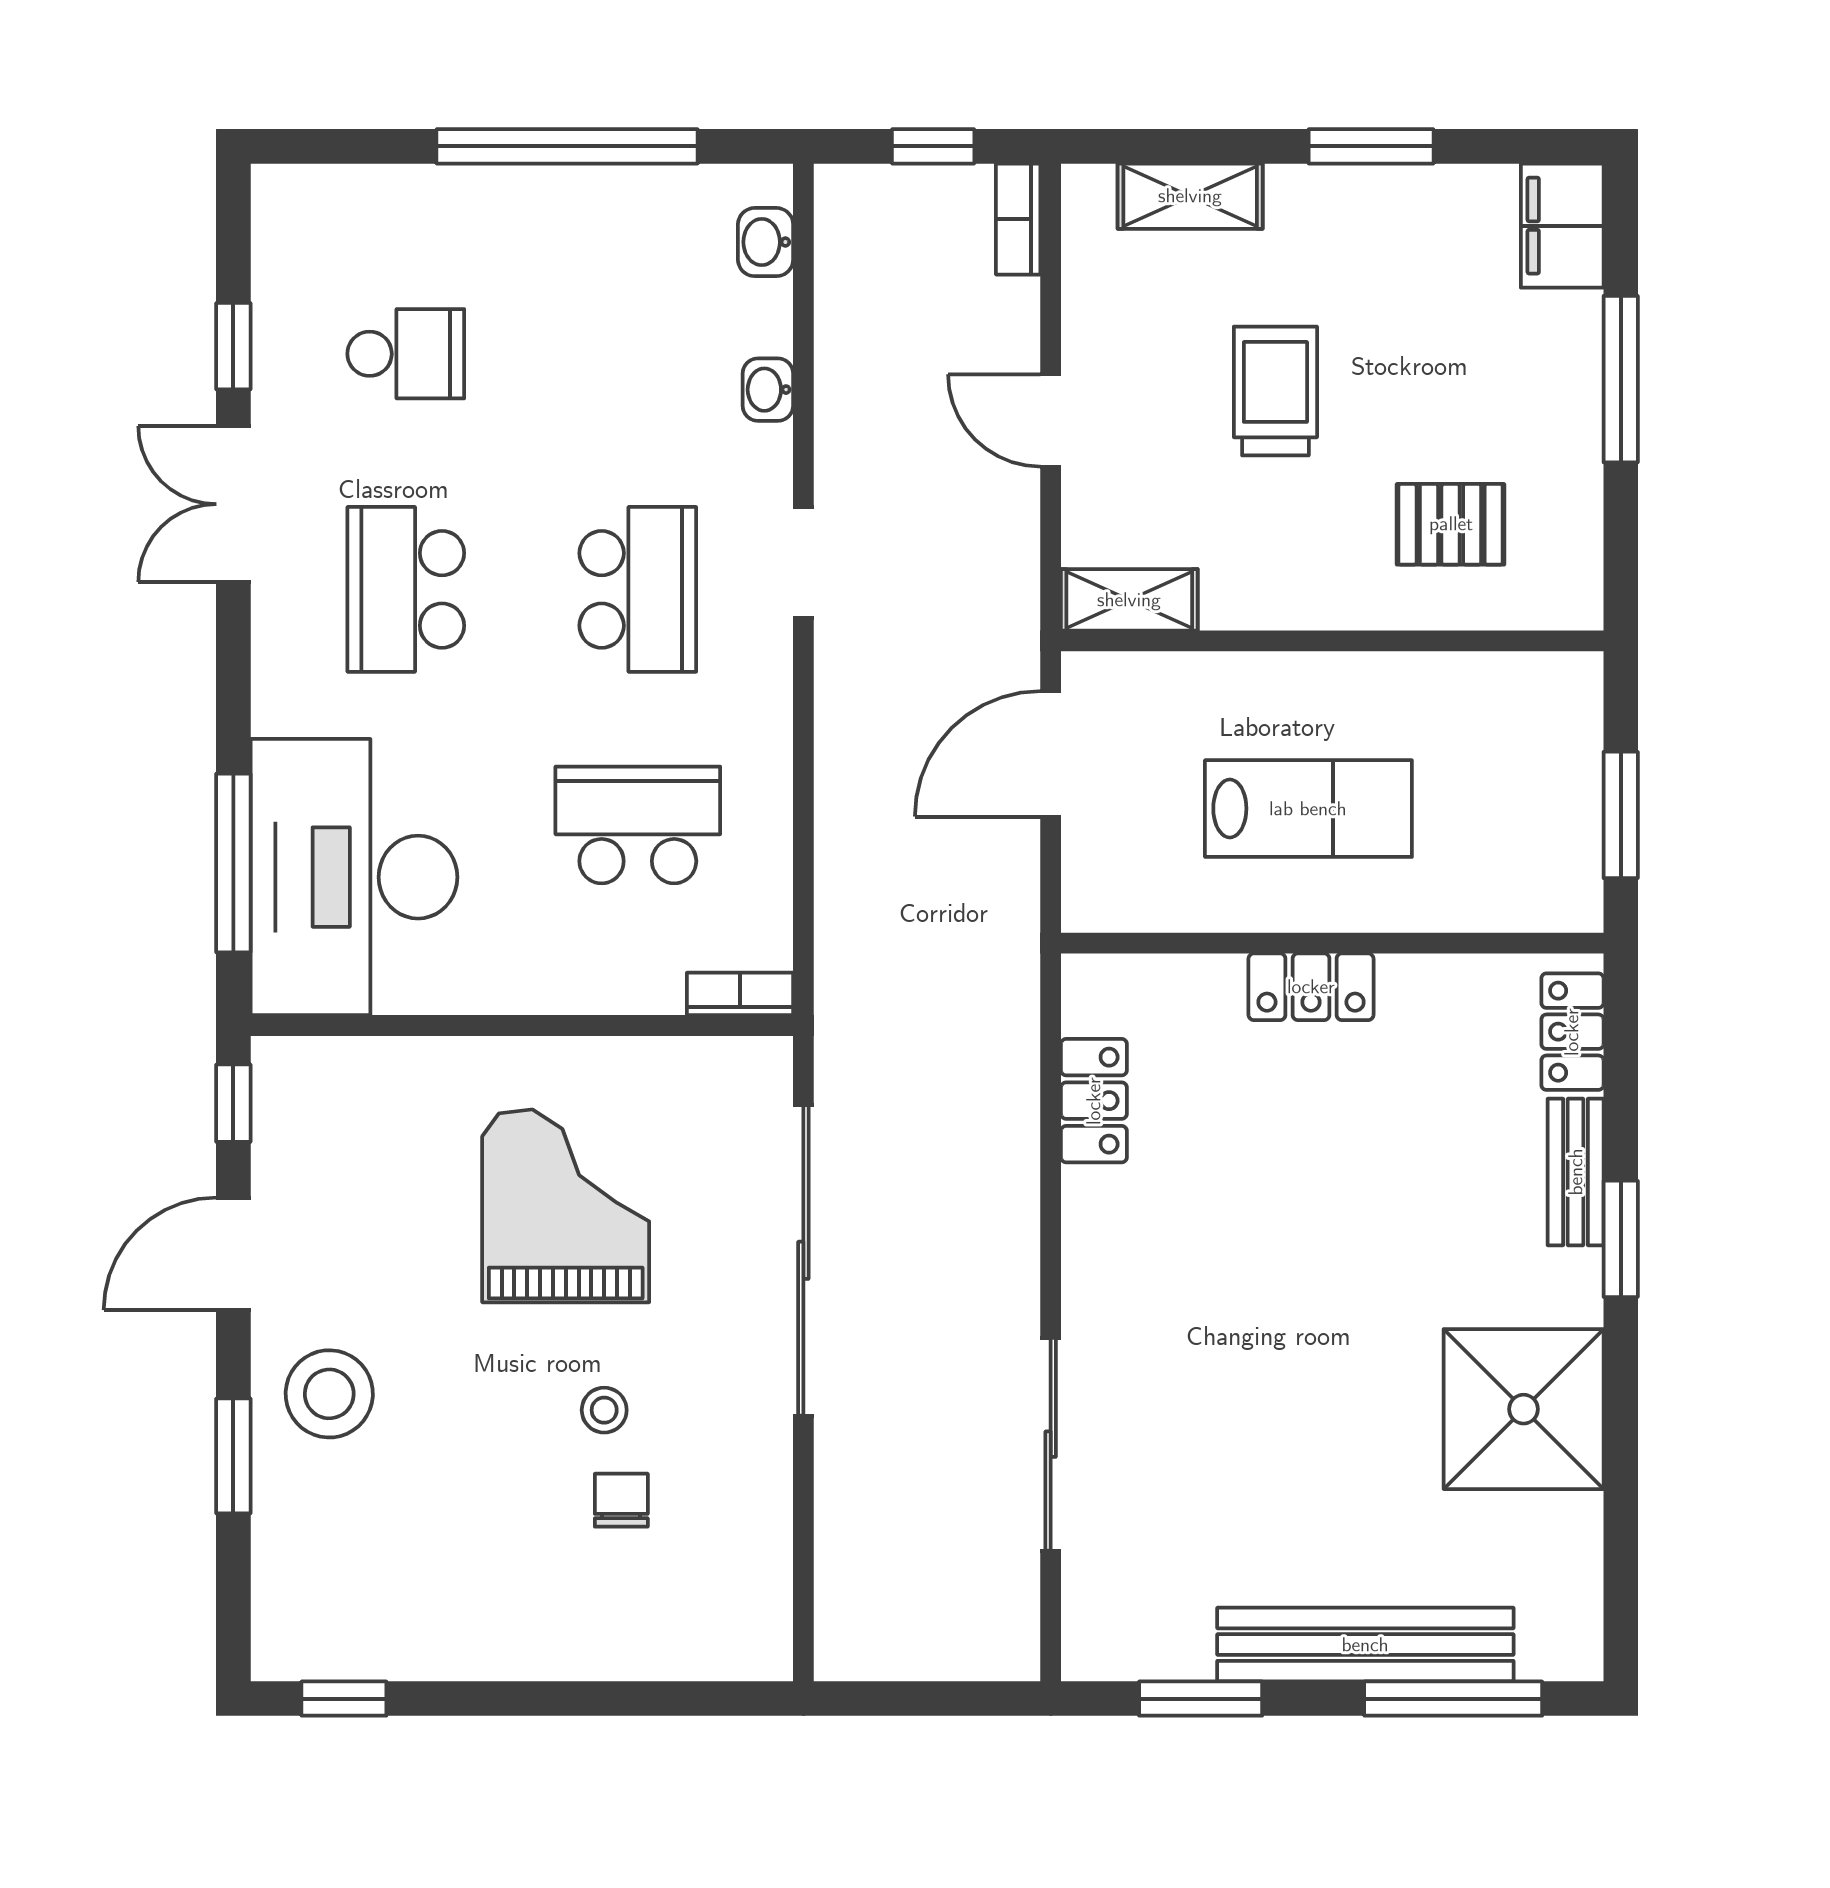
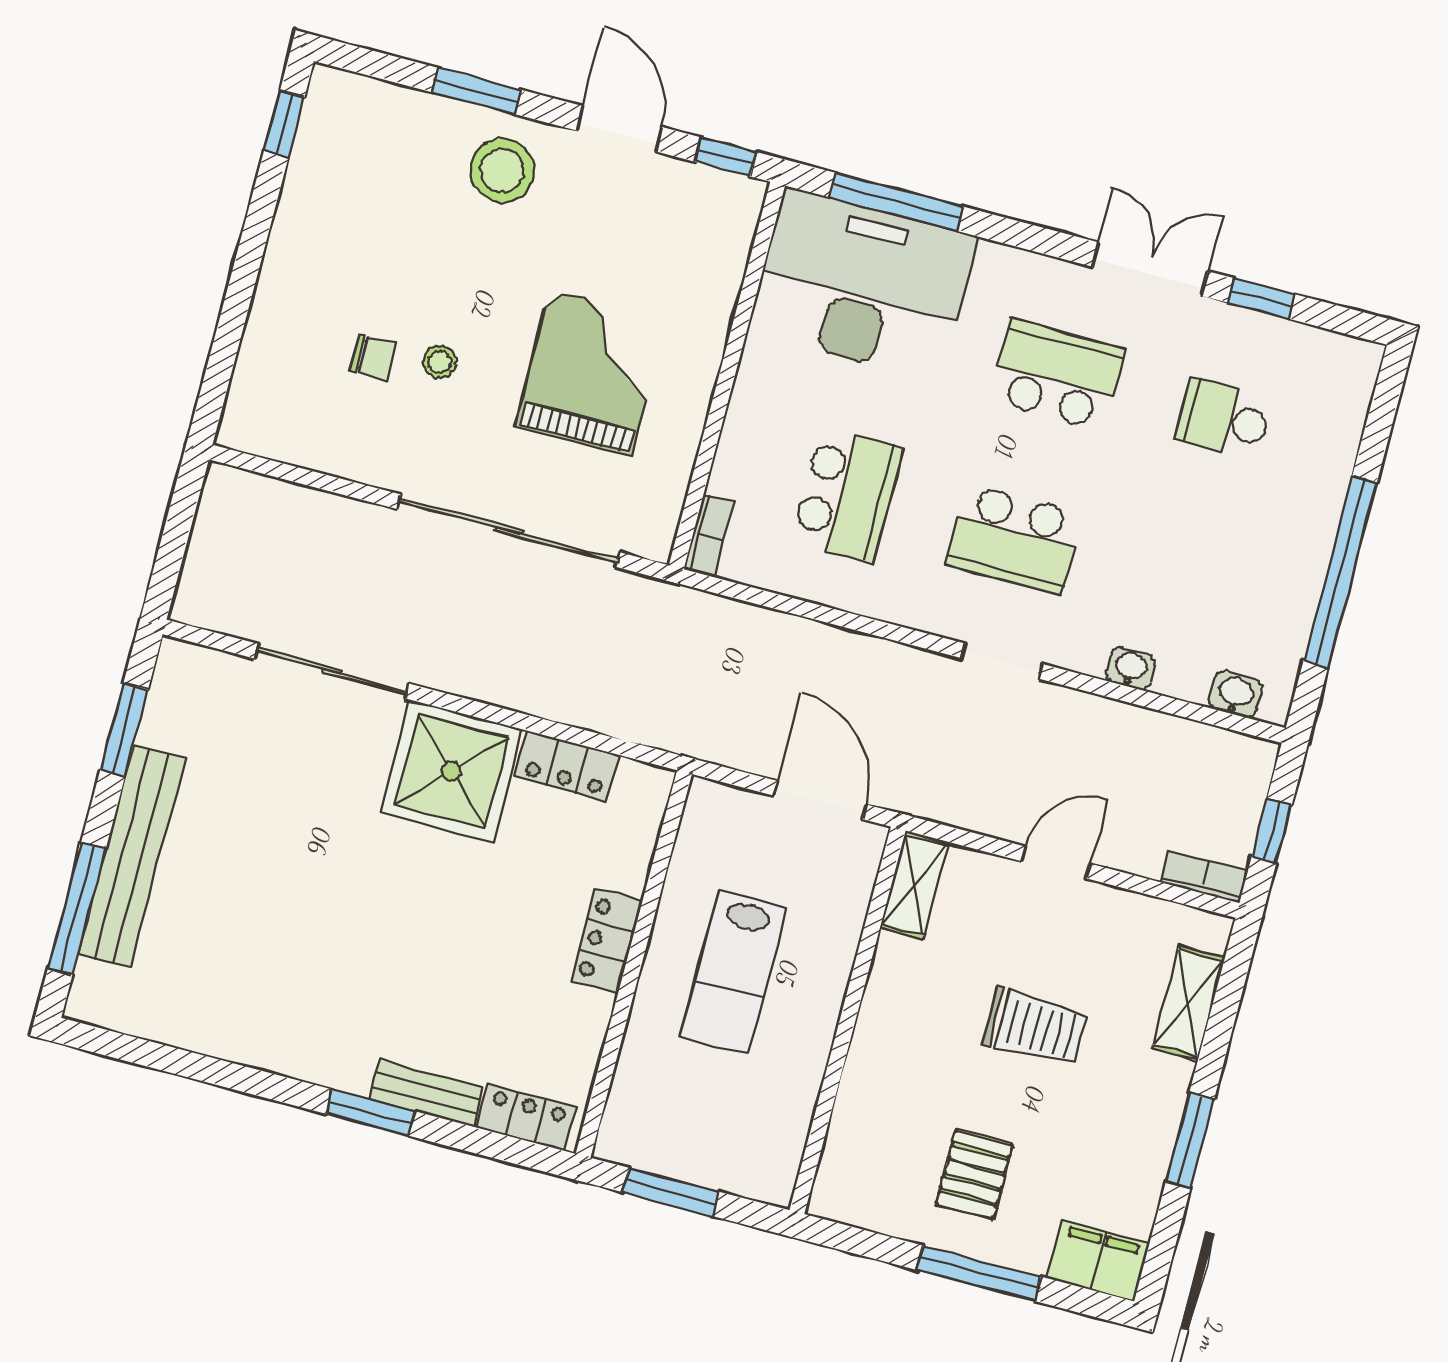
school desk: (406, 354) -> (1224, 419), turned 90
pallet: (1451, 524) -> (974, 1174), moved
grand piano: (566, 1206) -> (591, 373), turned -90
shower: (1524, 1409) -> (452, 771), moved

